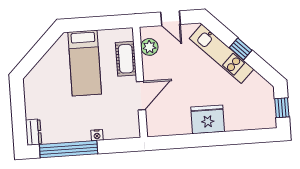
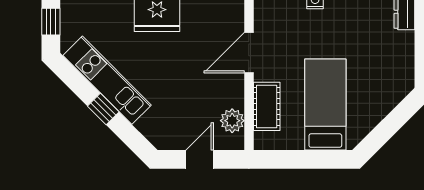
door: (170, 18) -> (200, 159), hinge flipped
kitchen unit: (222, 54) -> (107, 80), moved

